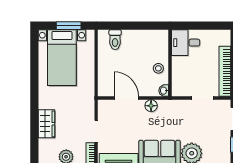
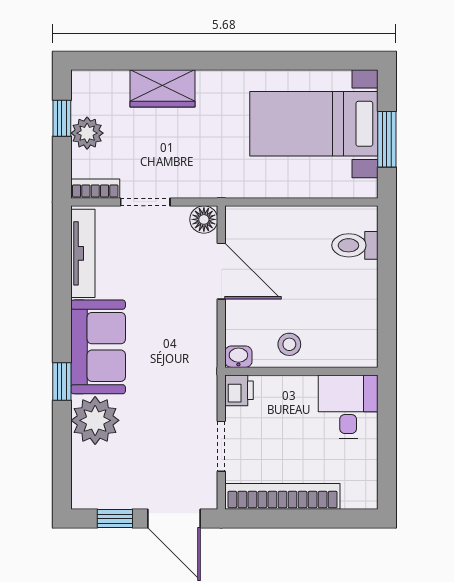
printer: (178, 90) -> (239, 390), added
door: (126, 98) -> (221, 271), hinge flipped
floor lamp: (151, 106) -> (204, 219), moved

